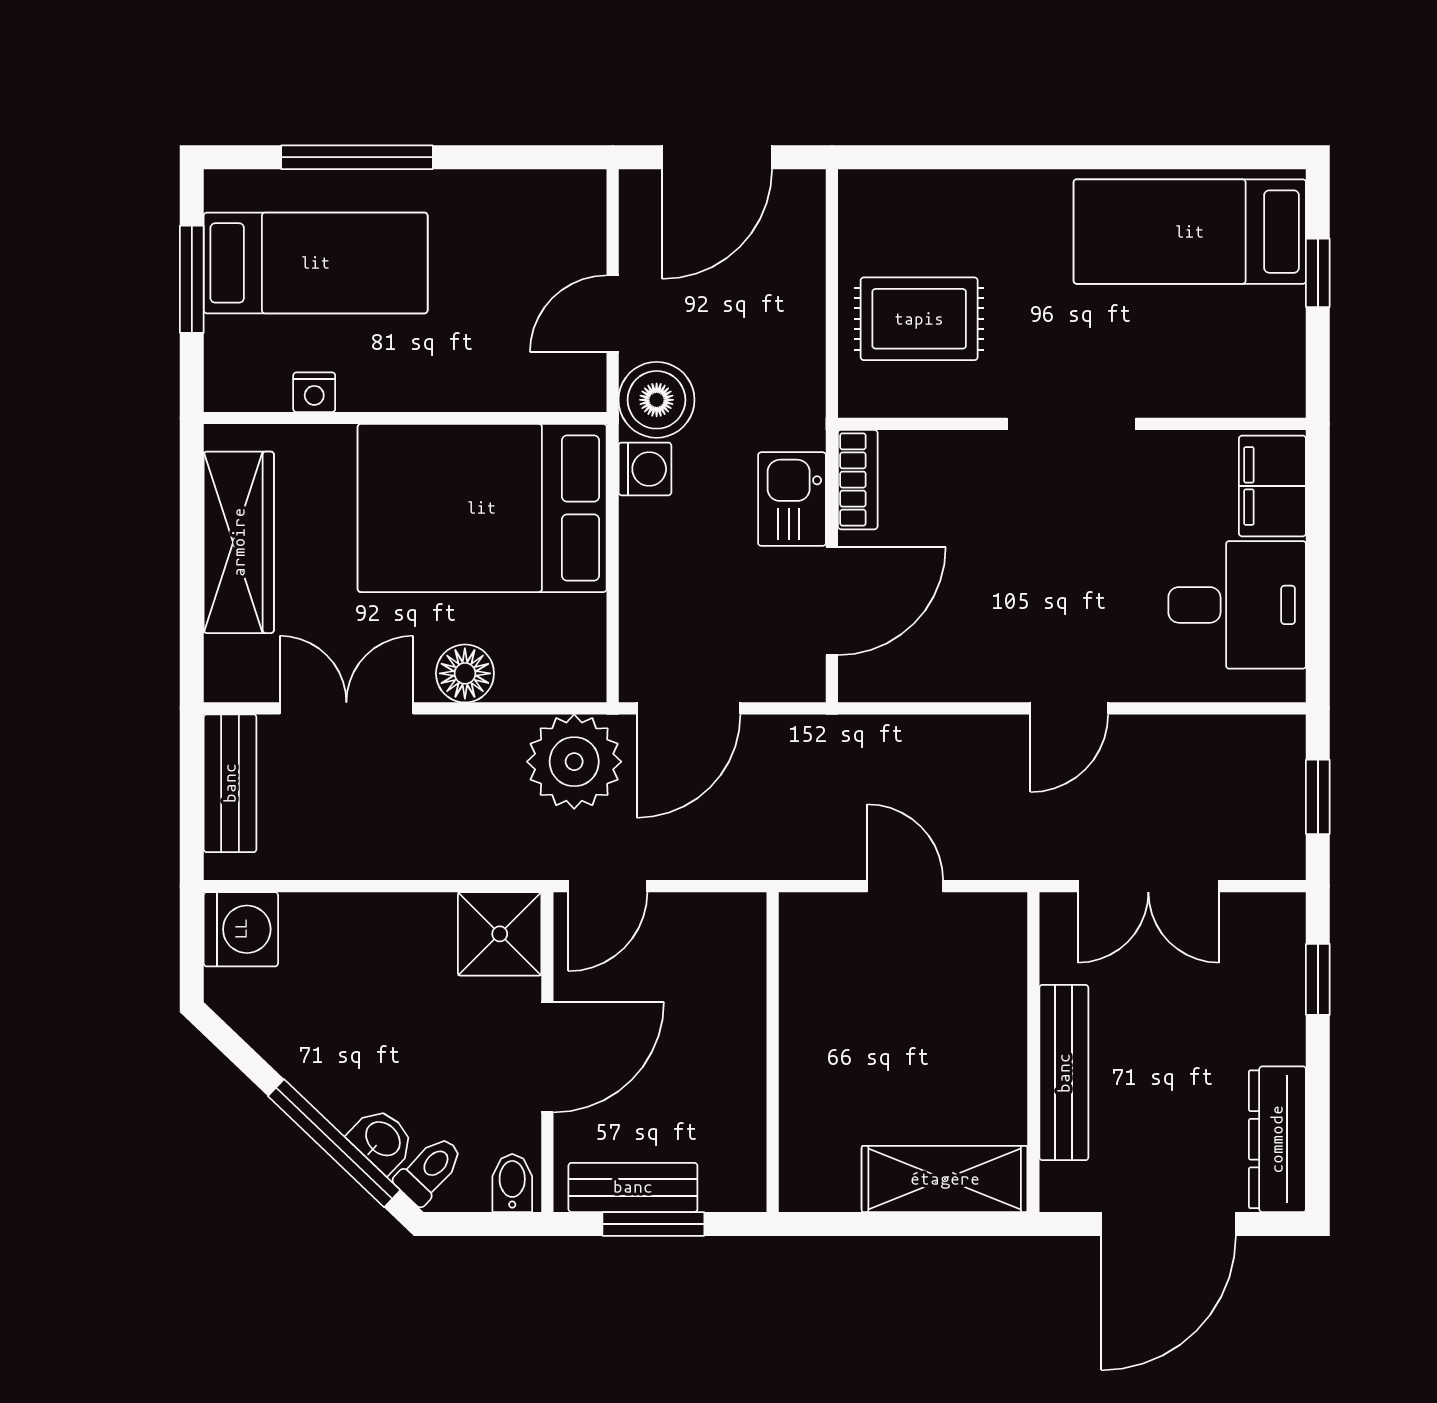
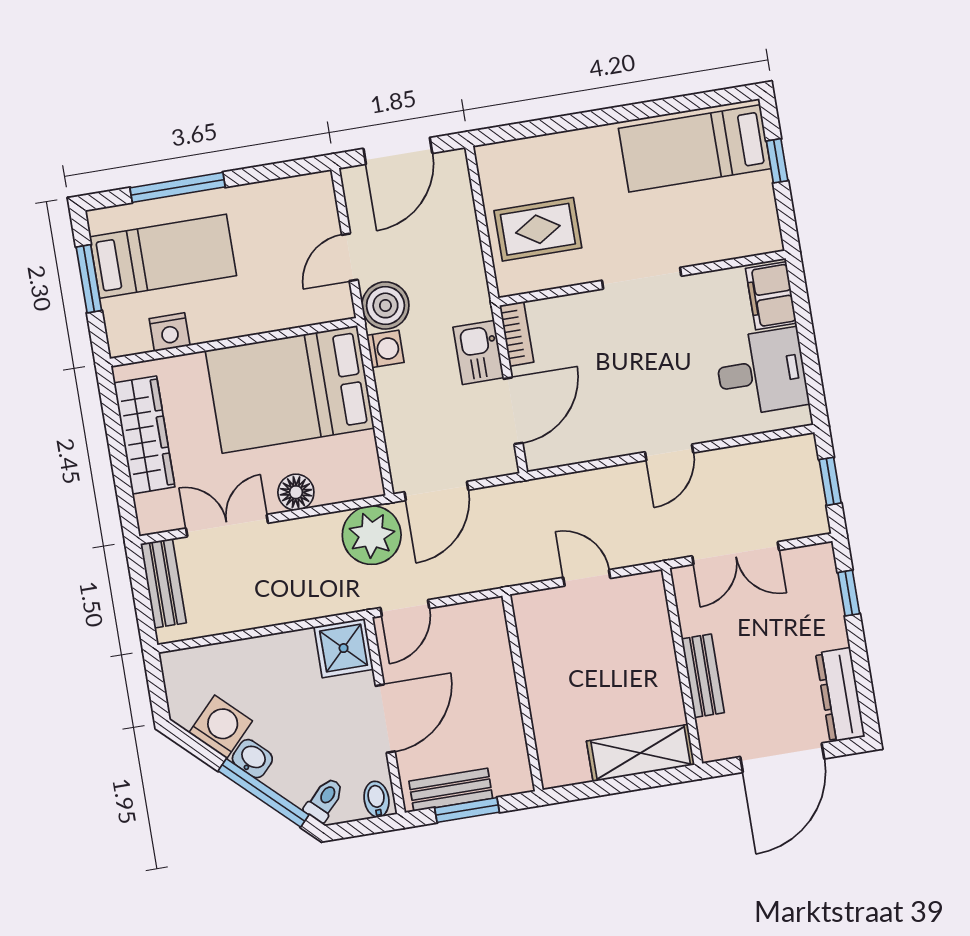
nightstand: (314, 392) -> (170, 332), width x1.39, depth x1.35
washing machine: (241, 929) -> (221, 727), moved, turned -46
bench: (1064, 1073) -> (703, 676), width x0.73
washbasin: (382, 1140) -> (252, 759), moved

